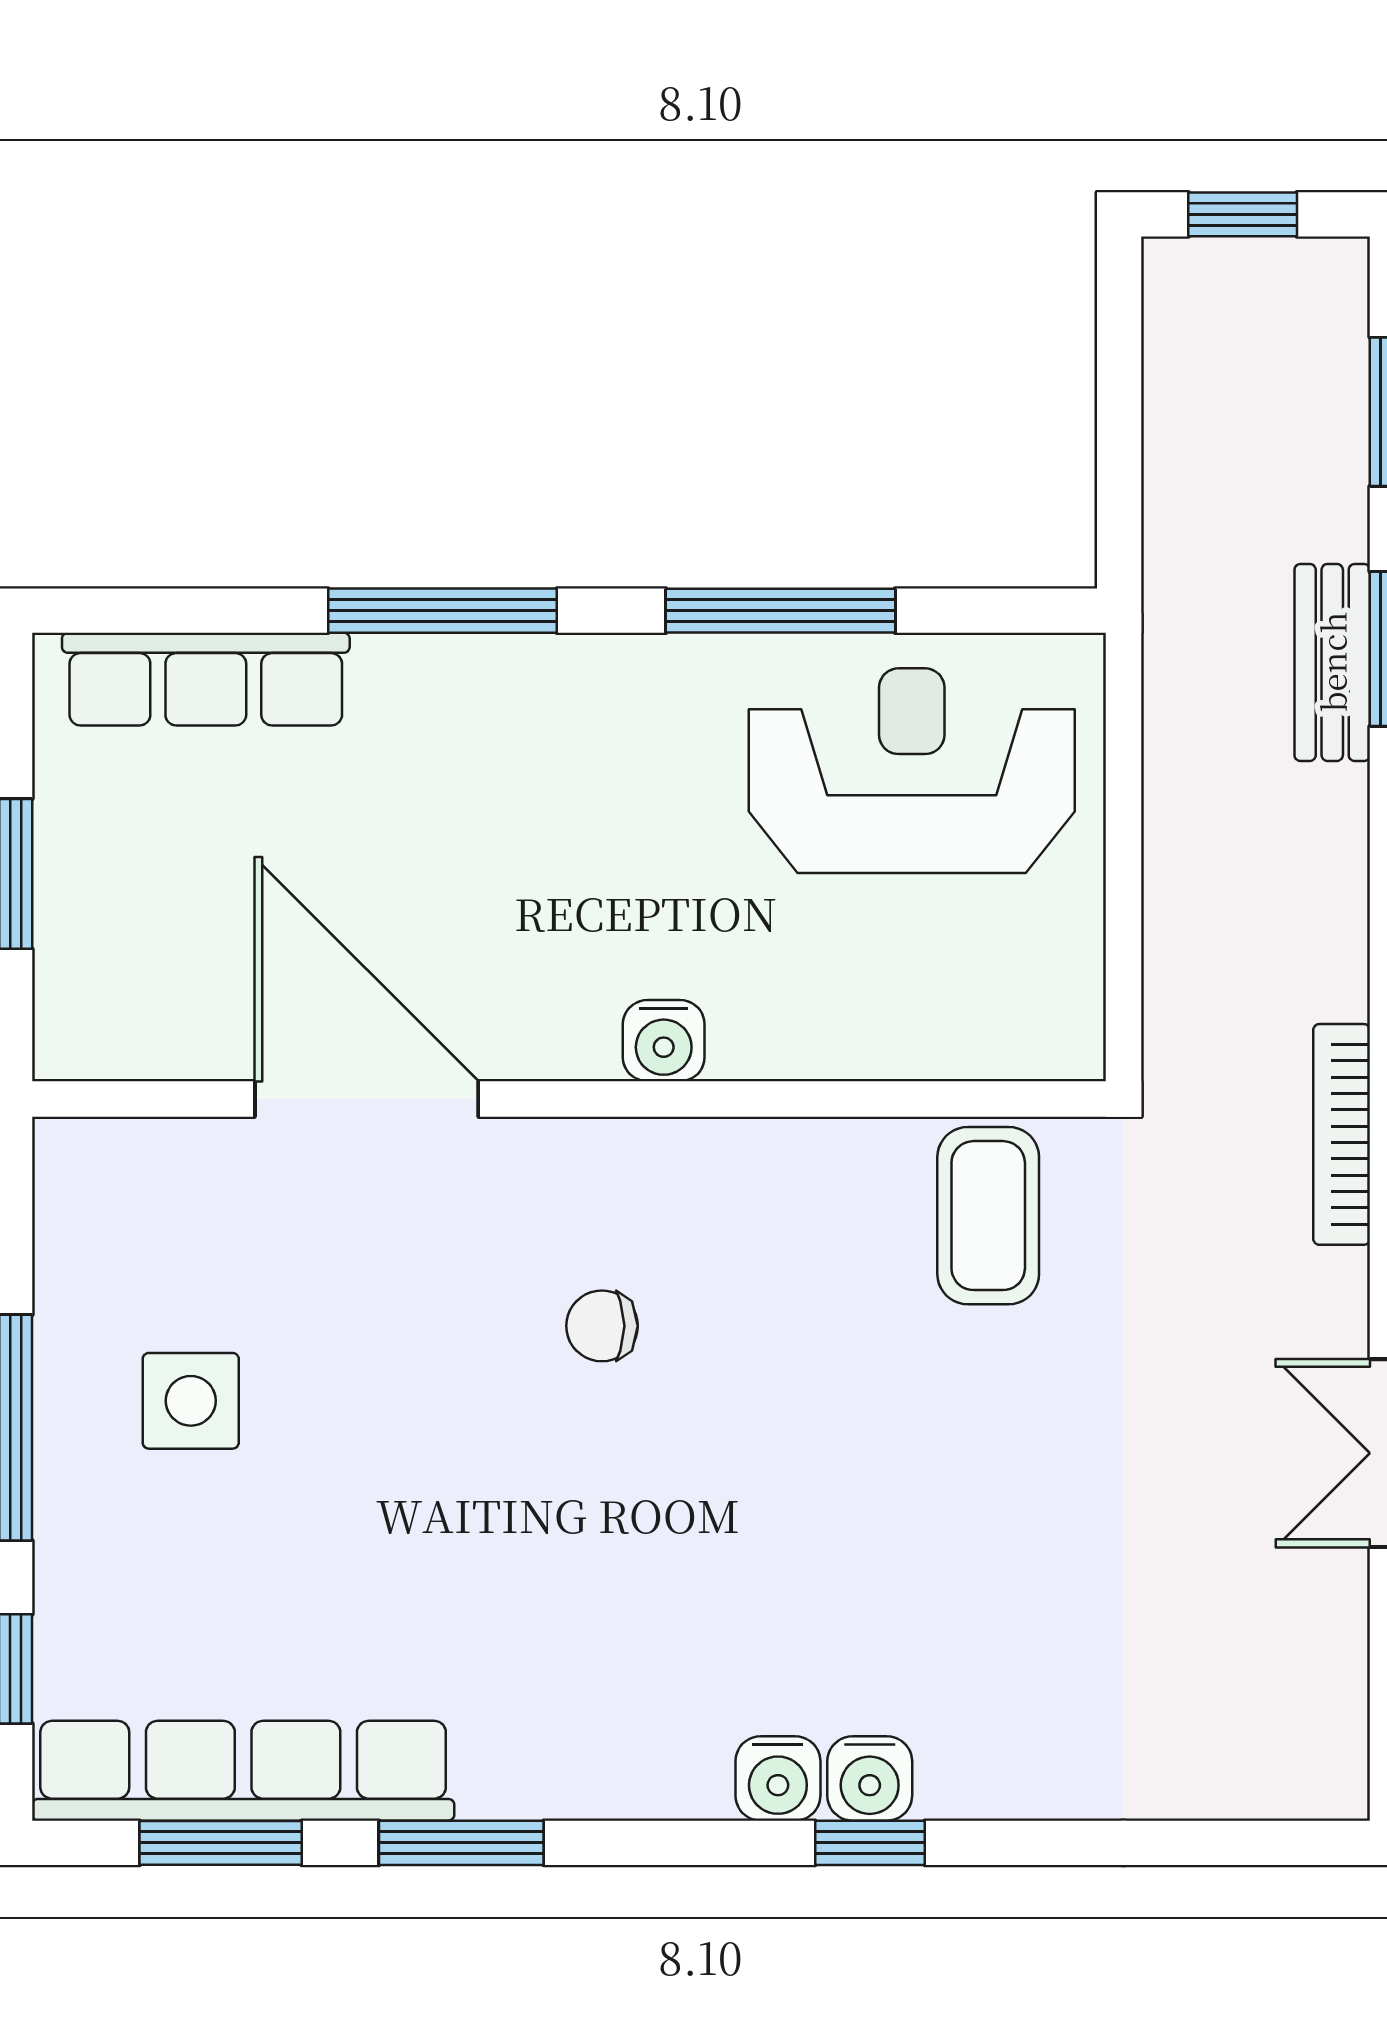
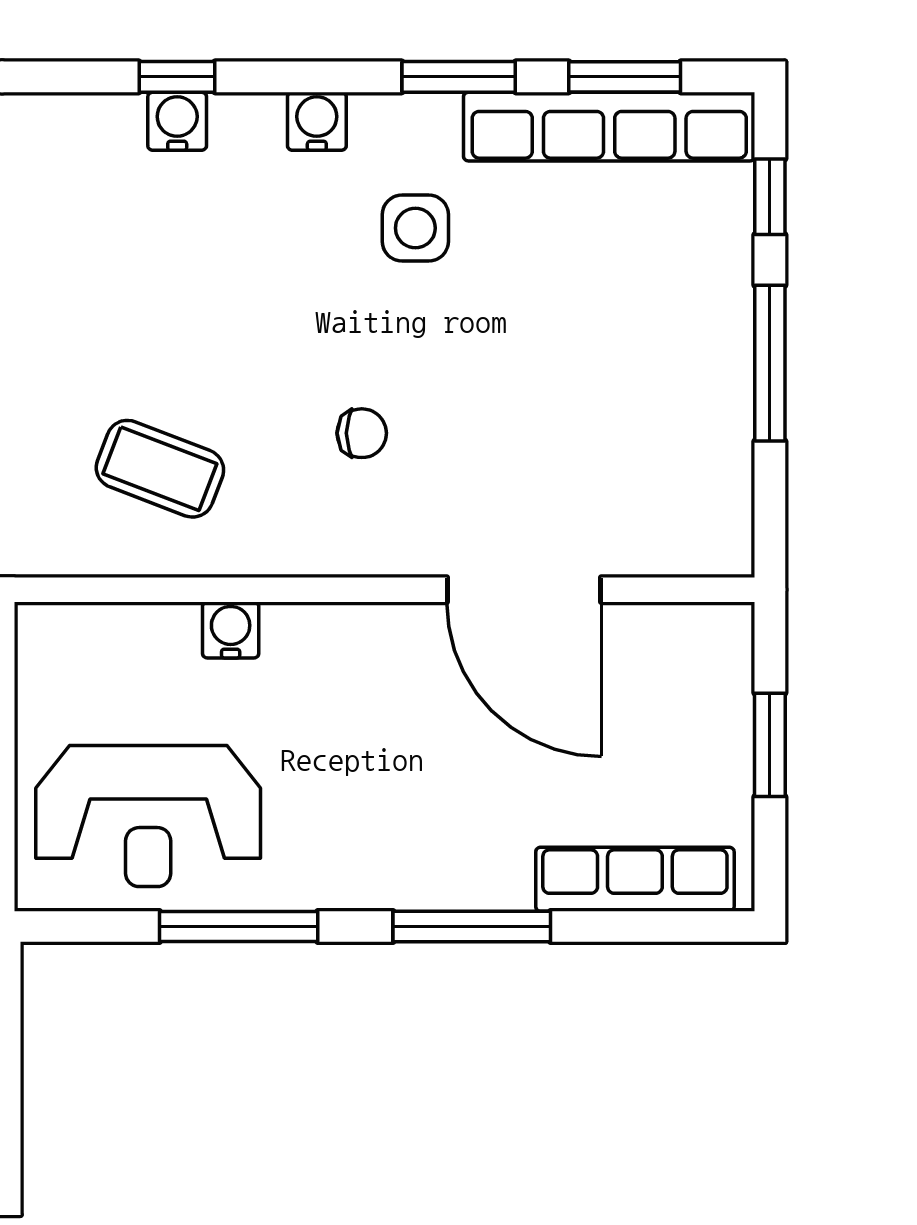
water cooler: (664, 1041) -> (231, 630), moved
coffee table: (988, 1216) -> (160, 469), moved, turned -69
side table: (191, 1401) -> (415, 228), moved
water cooler: (778, 1778) -> (317, 121), moved

